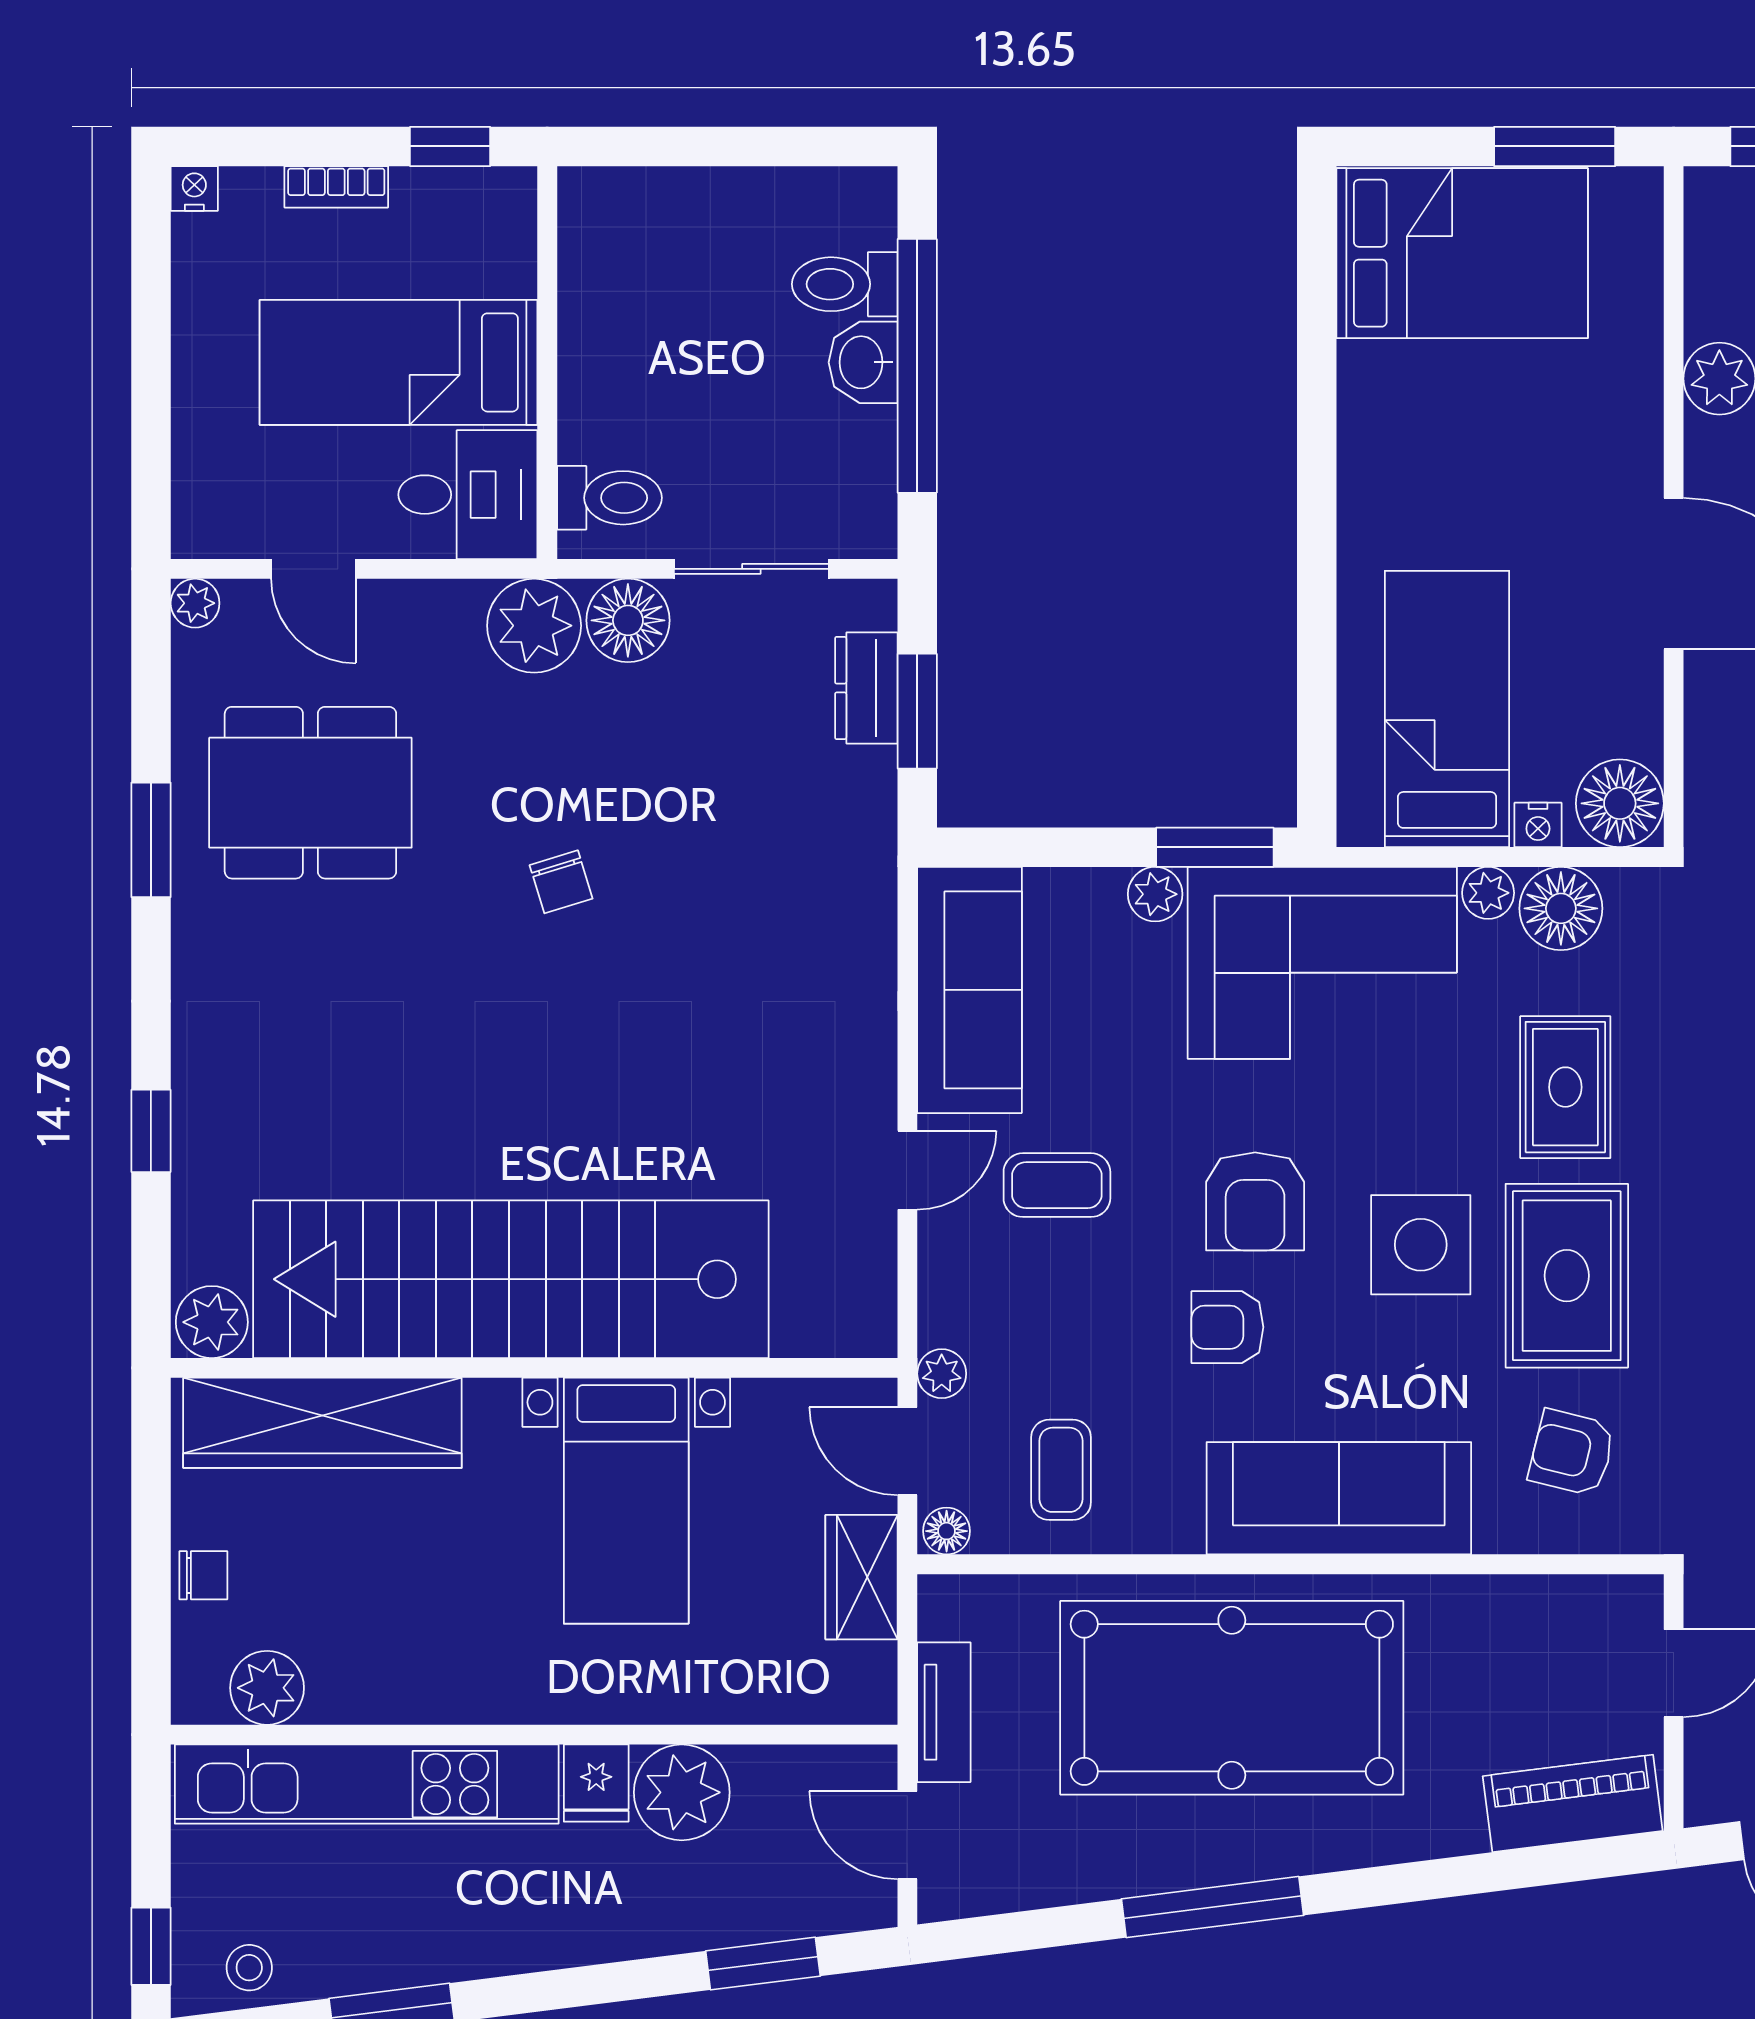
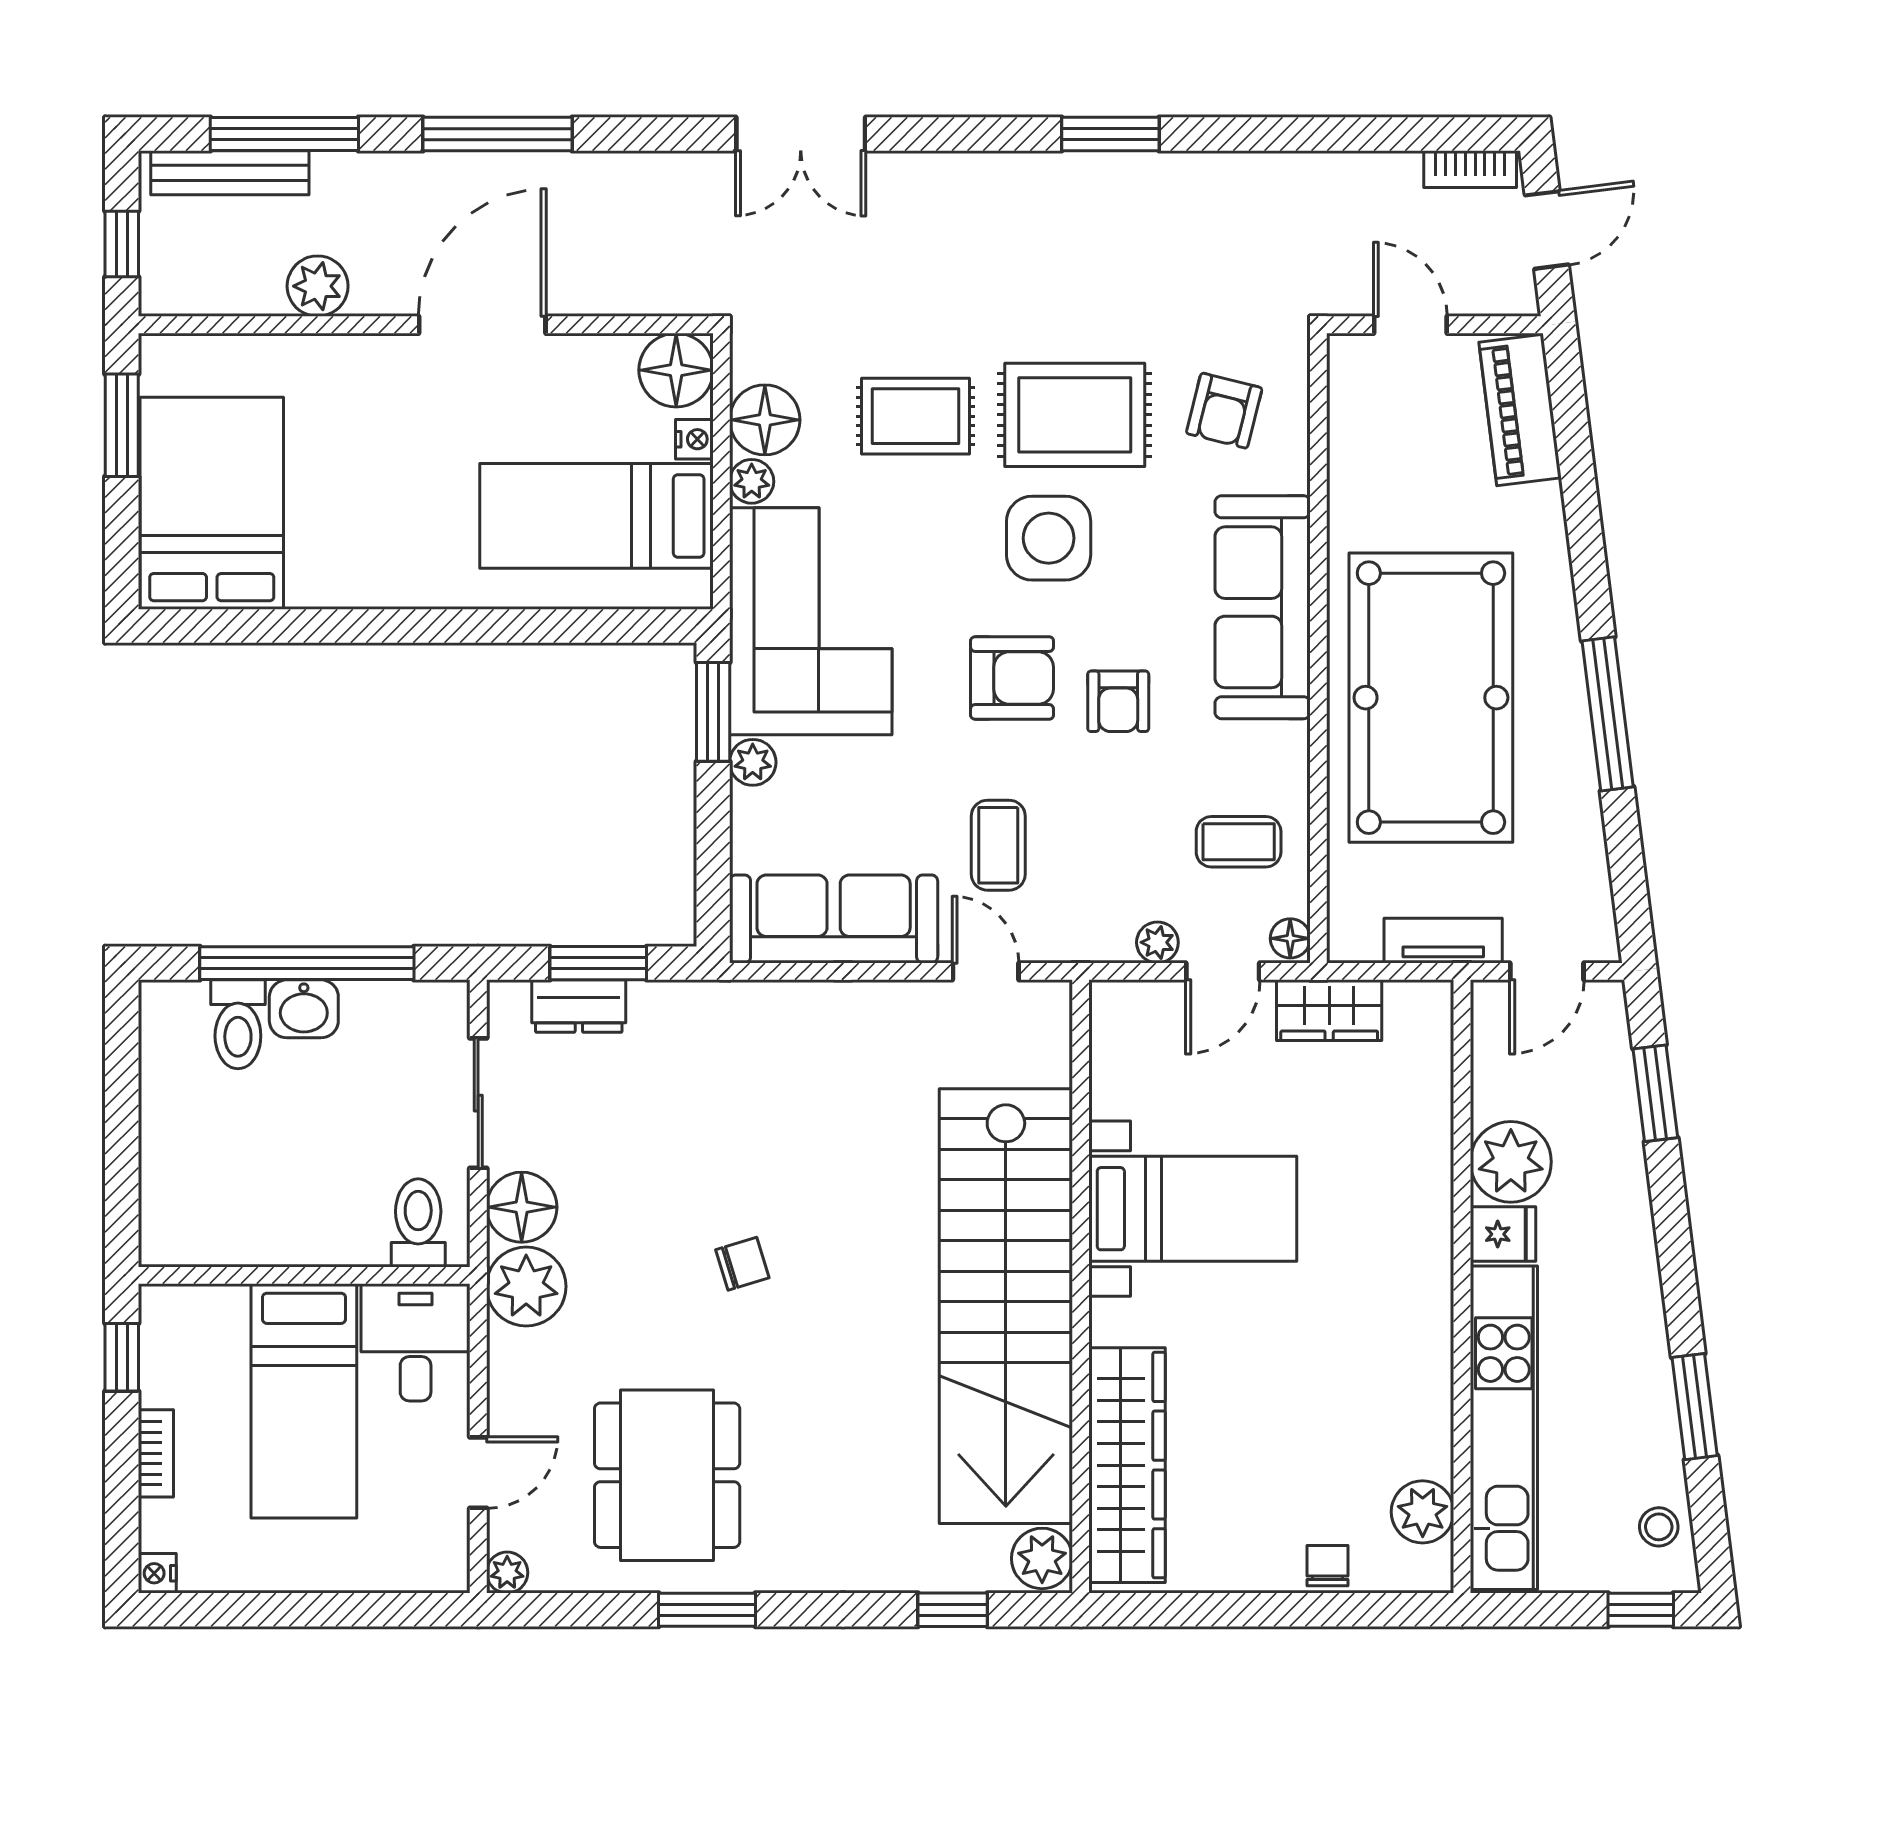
stairs: (511, 1279) -> (1006, 1306), moved
plant: (212, 1322) -> (1042, 1558), moved
wall: (534, 1368) -> (1081, 1286), moved
wardrobe: (322, 1423) -> (1127, 1465), moved
bed with nightstands: (626, 1501) -> (1193, 1209), moved

